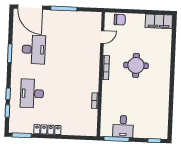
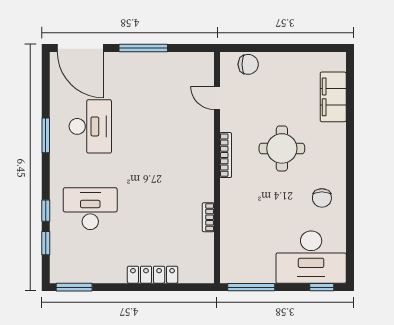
filing cabinet: (159, 21) -> (333, 97), moved, turned 90
door: (102, 37) -> (217, 98), swing flipped
chair: (156, 93) -> (322, 198), added
desk: (32, 94) -> (90, 209), turned 90
desk: (123, 126) -> (311, 257), moved, width x1.87, depth x1.30
locker: (47, 130) -> (153, 275), moved

